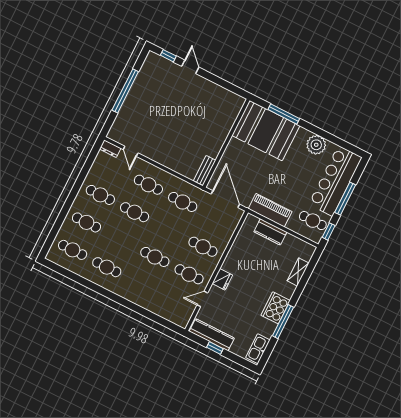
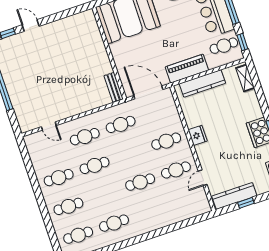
dresser: (110, 149) -> (33, 139), removed
kitchen counter: (270, 232) -> (202, 83), width x1.50
shelving: (298, 272) -> (245, 78), moved
fridge: (222, 279) -> (198, 135), moved

